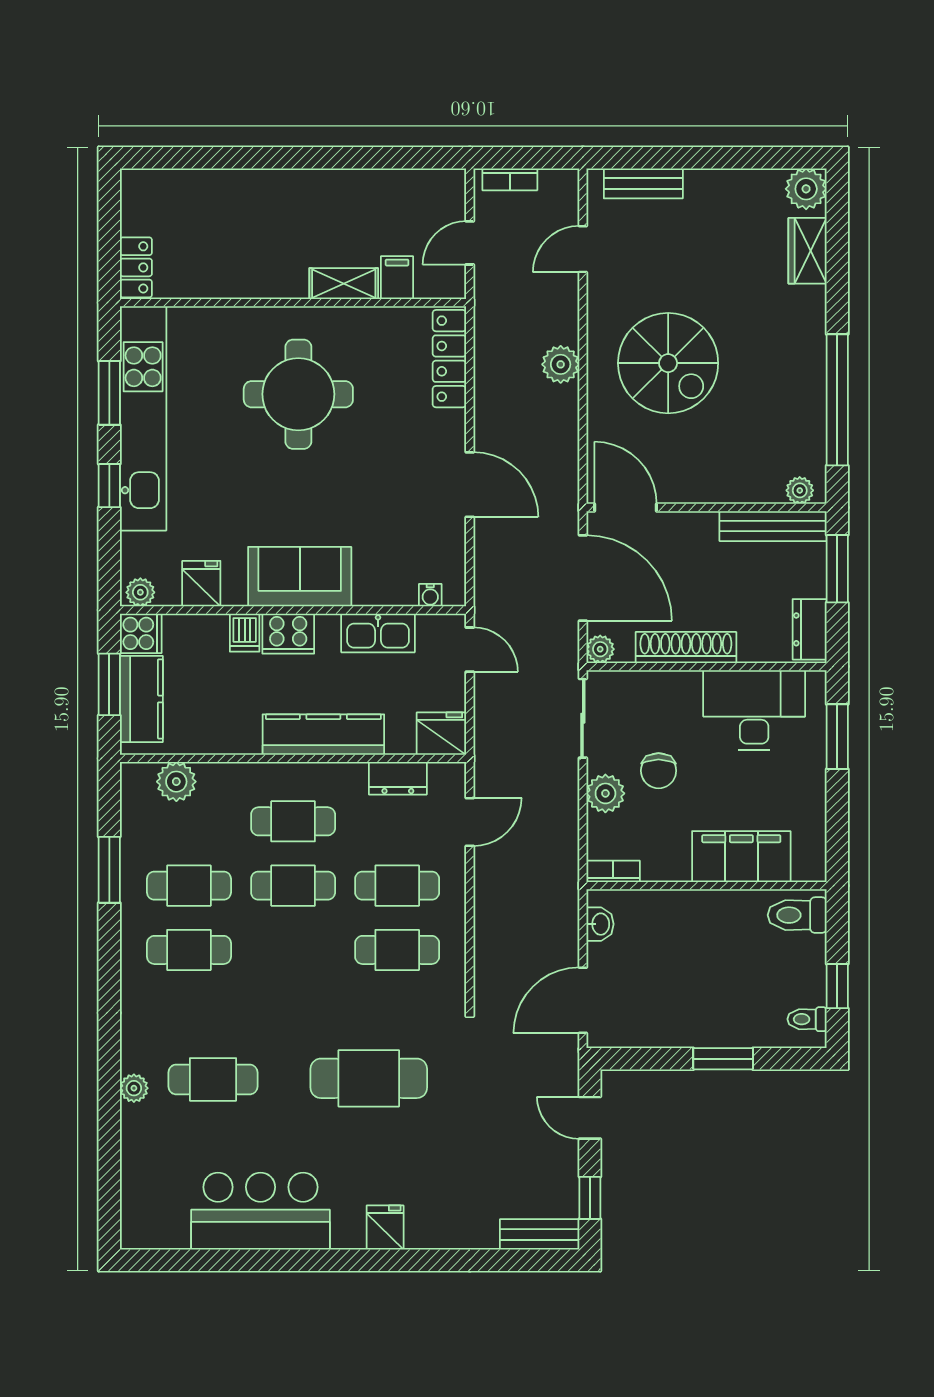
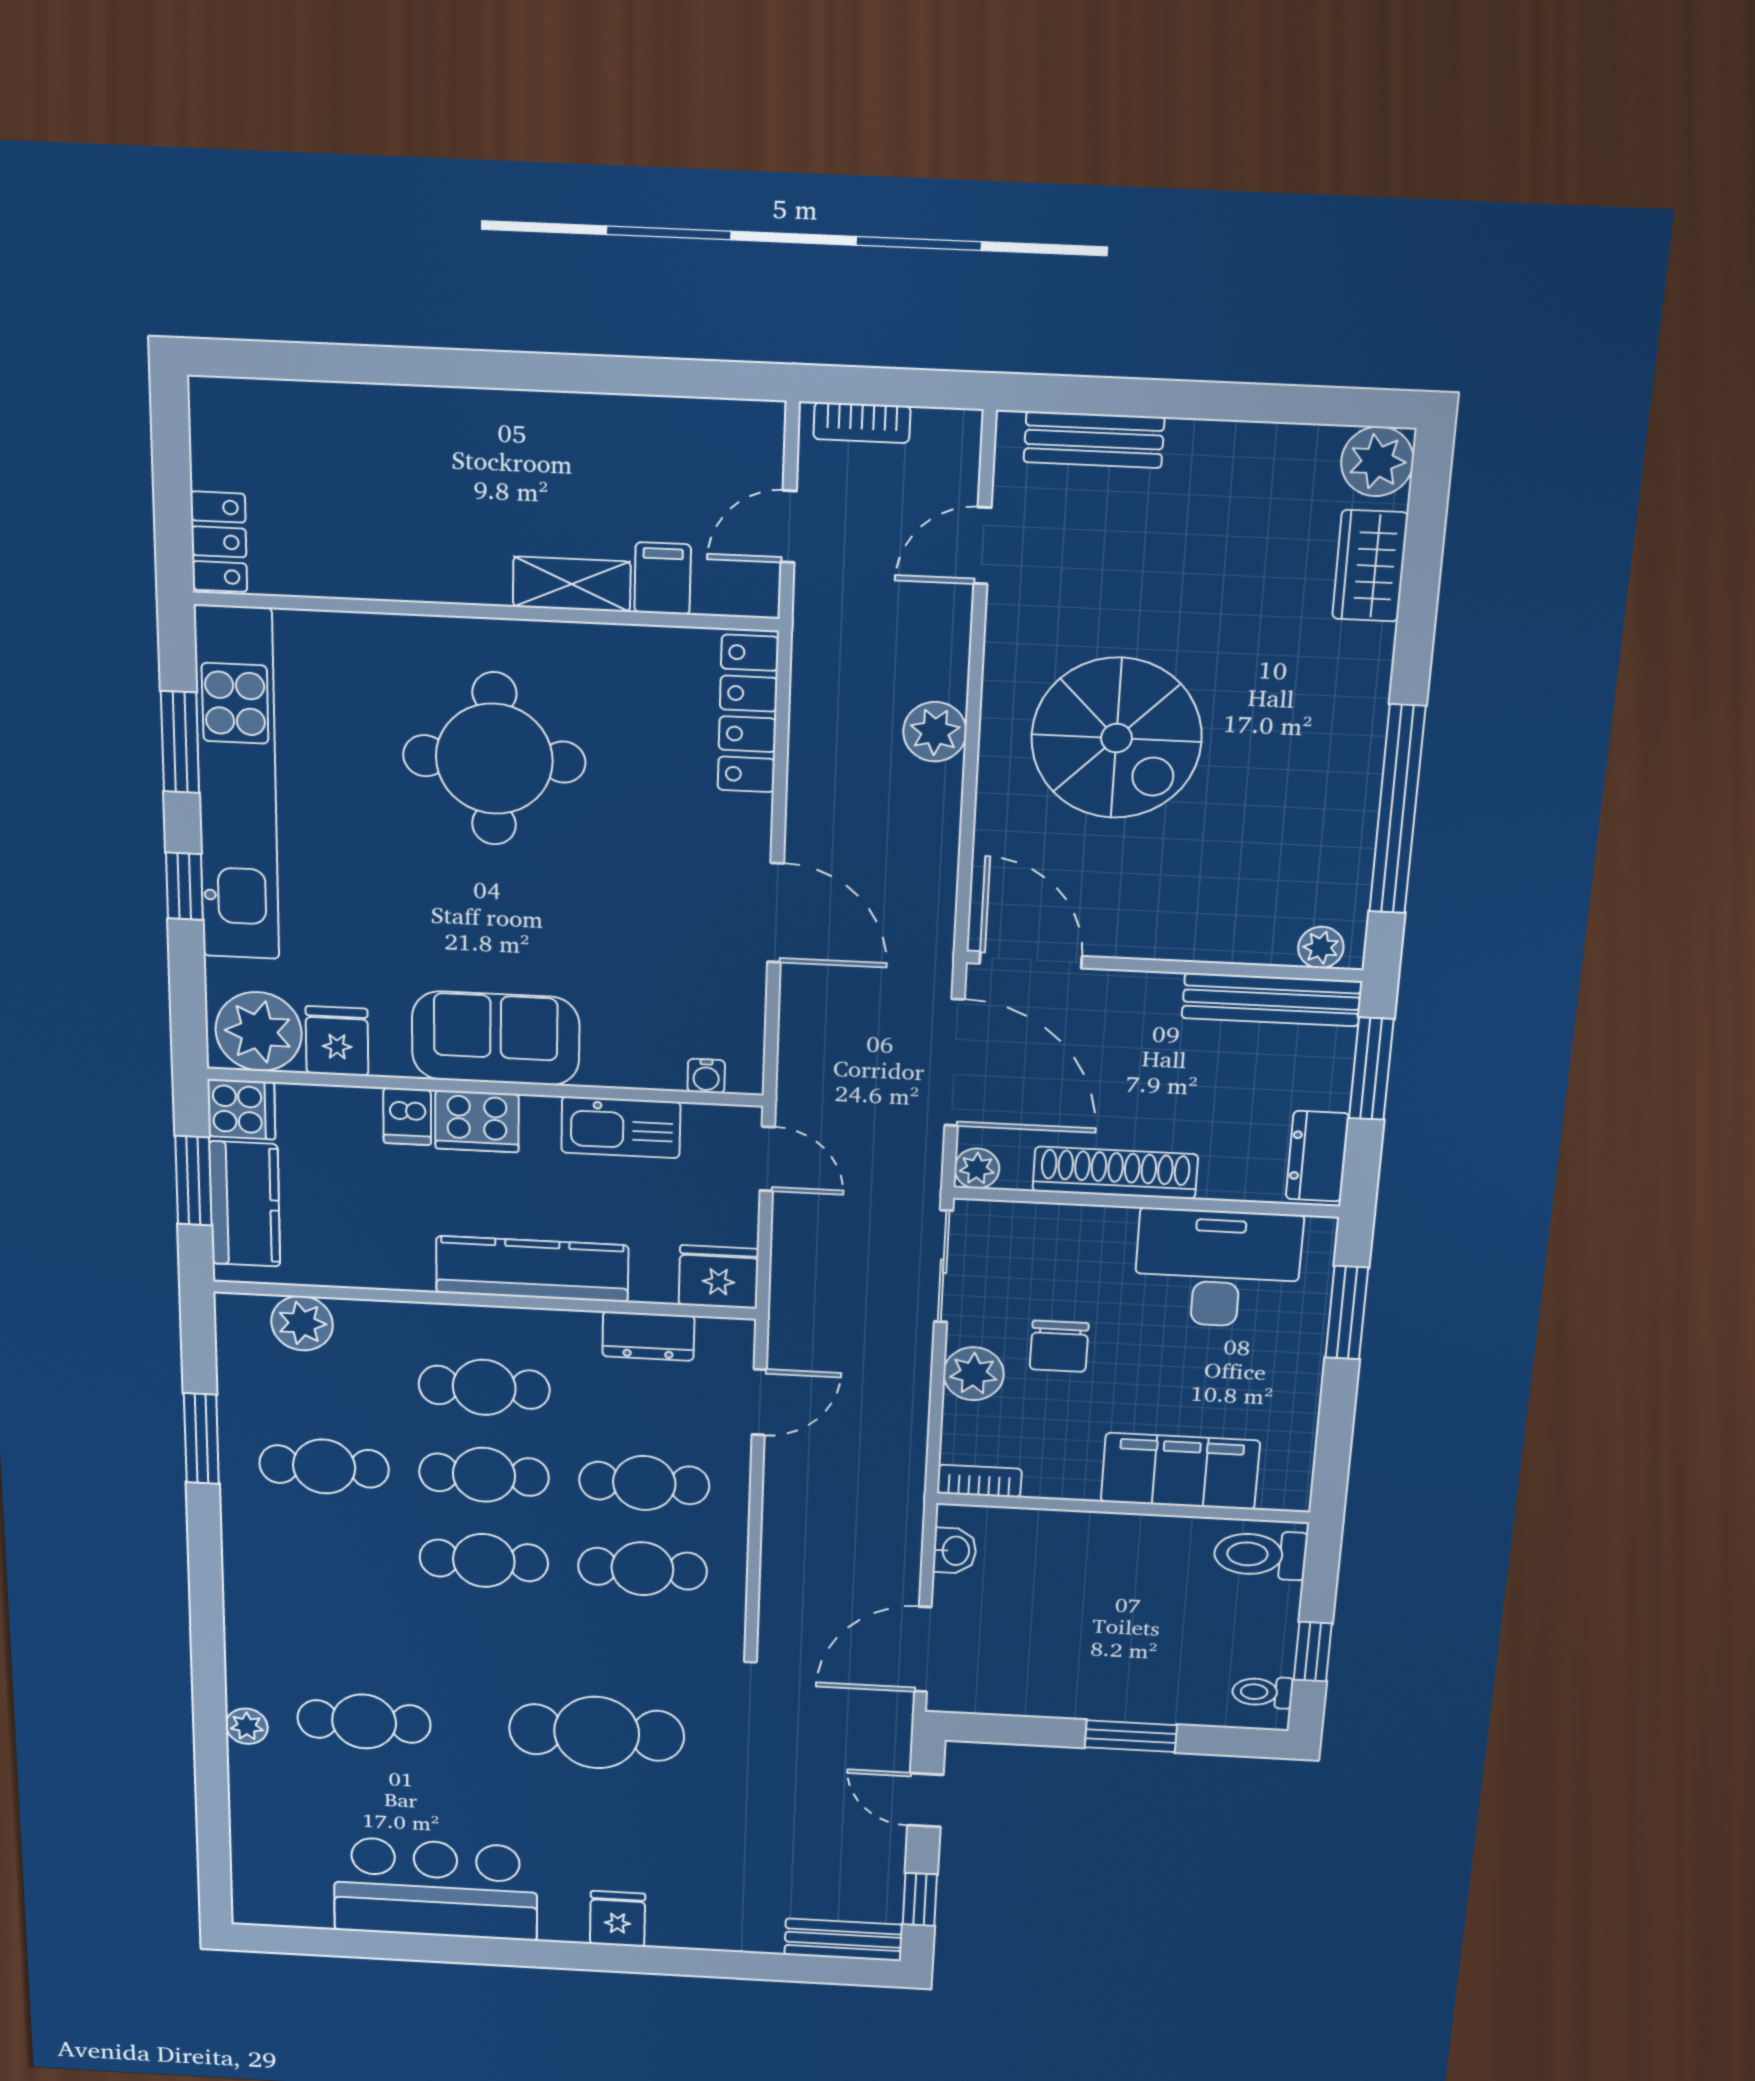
plant: (140, 592) -> (259, 1032), width x1.88, depth x1.88
cafe table: (189, 950) -> (484, 1560), moved

